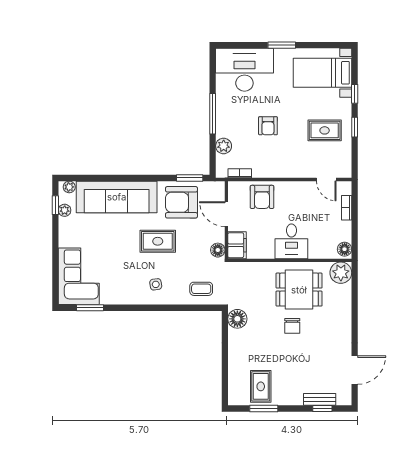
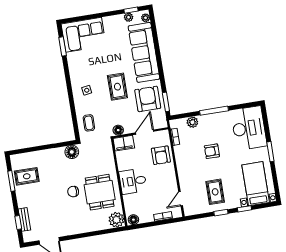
armchair: (262, 197) -> (161, 155), turned -90

